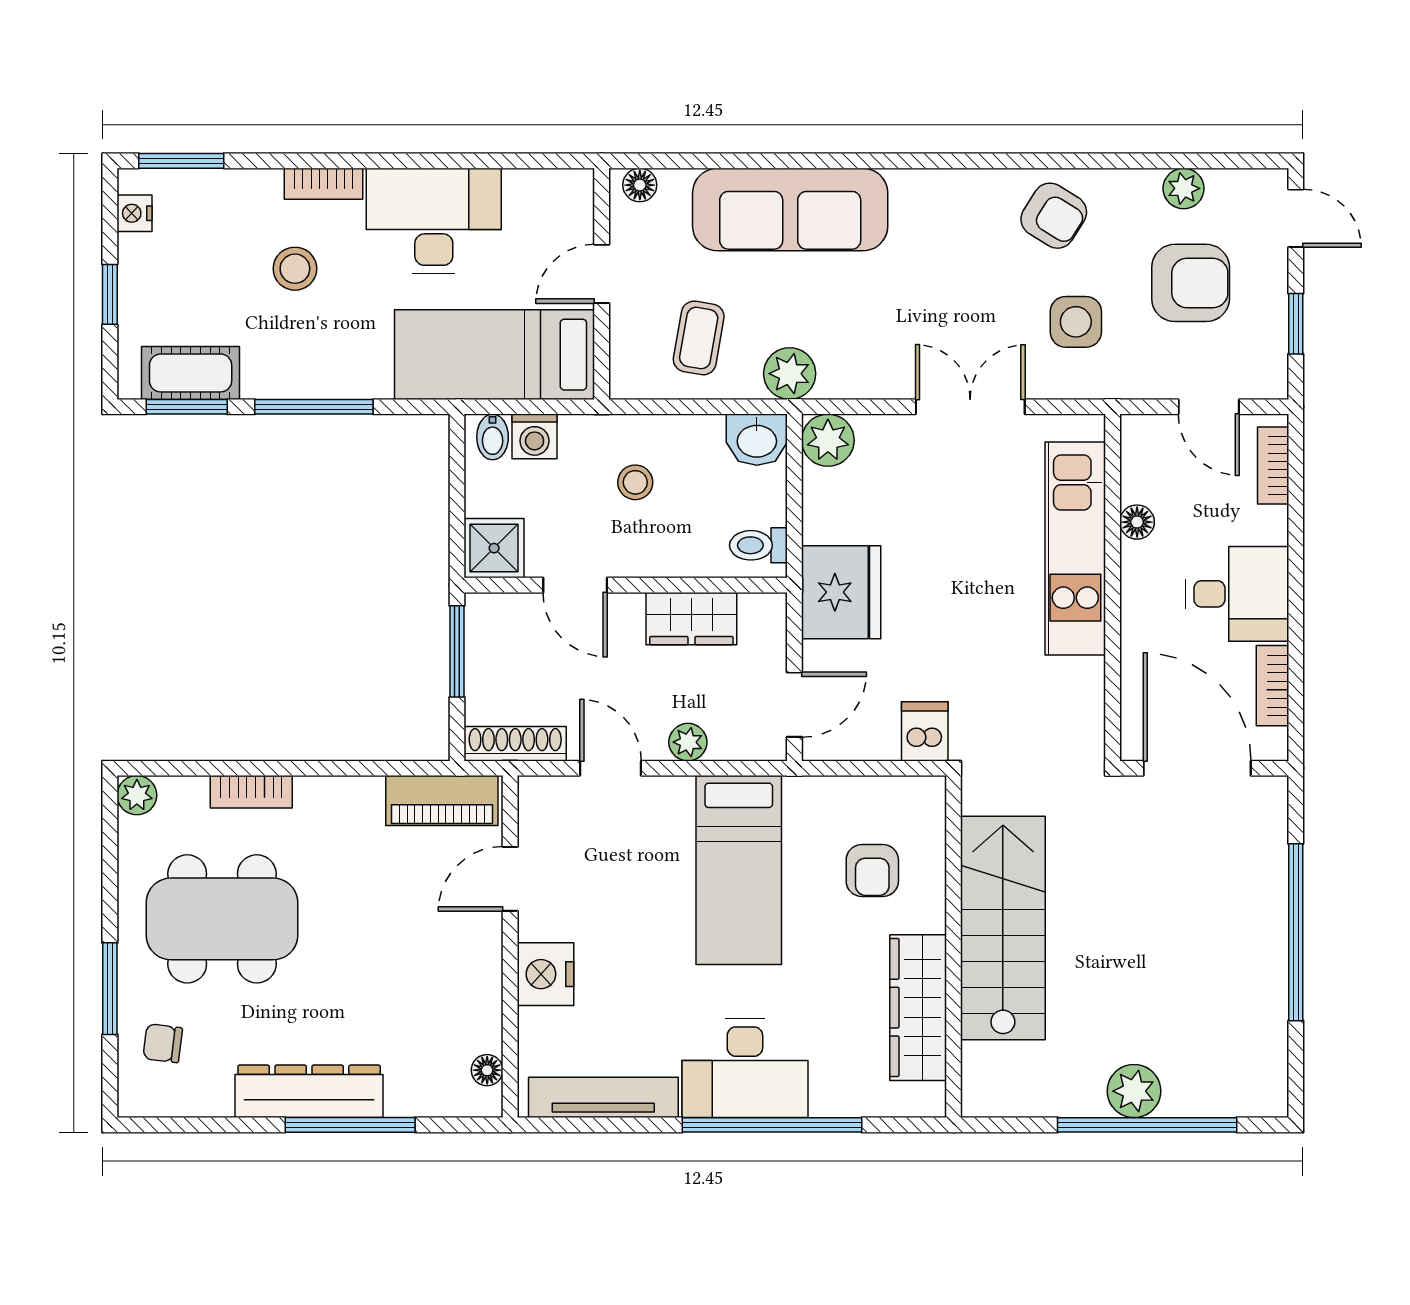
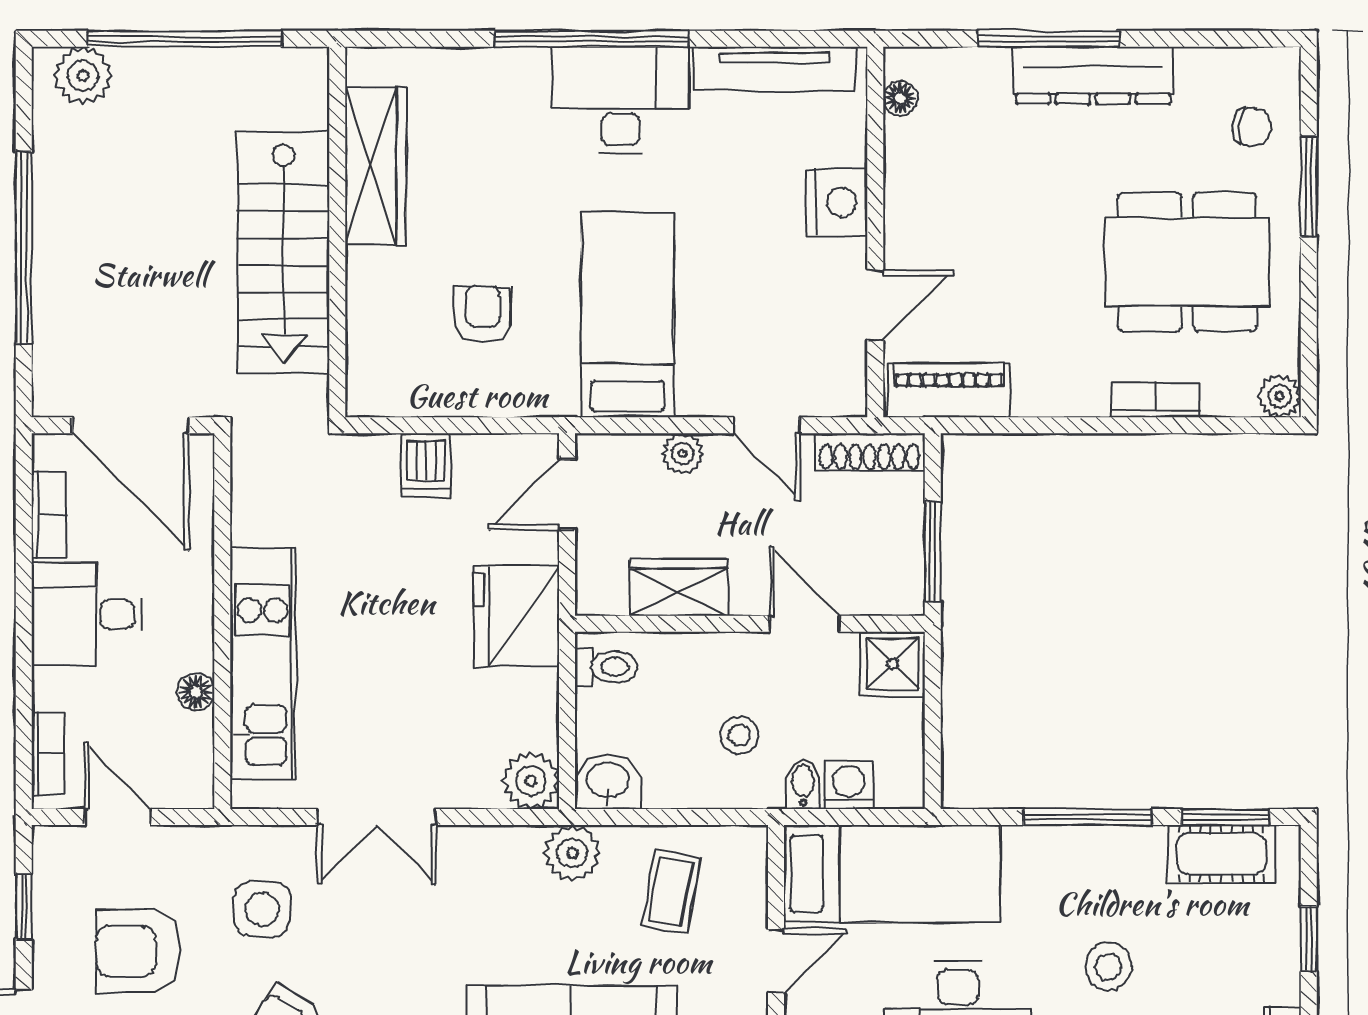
bidet: (493, 437) -> (803, 784), moved
stairs: (1003, 928) -> (284, 252), moved
wall: (954, 947) -> (337, 232), moved
wardrobe: (918, 1008) -> (376, 166), moved
plant: (1134, 1091) -> (83, 76), moved

